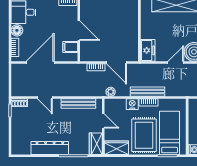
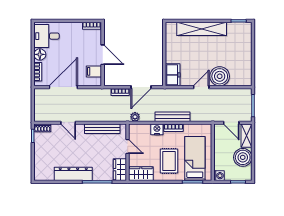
door: (117, 63) -> (141, 87), hinge flipped
rug: (144, 135) -> (169, 161), width x0.73, depth x0.70

